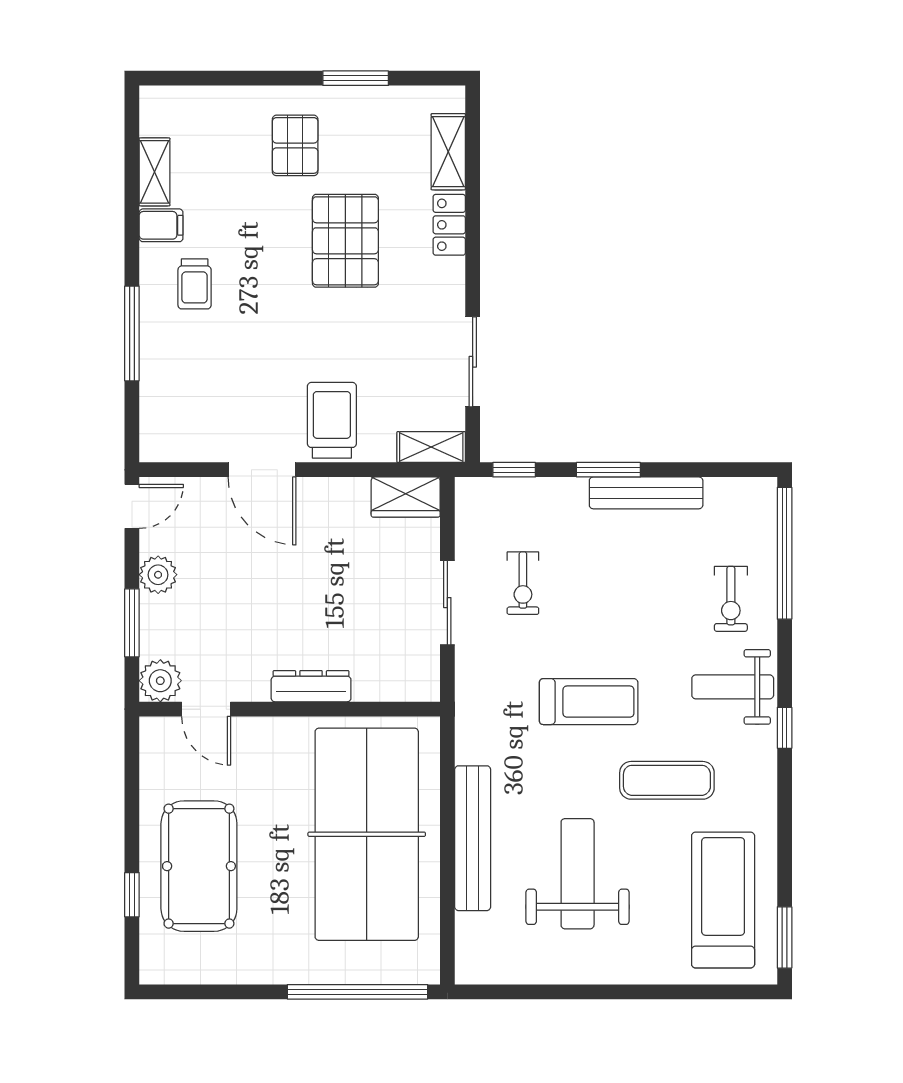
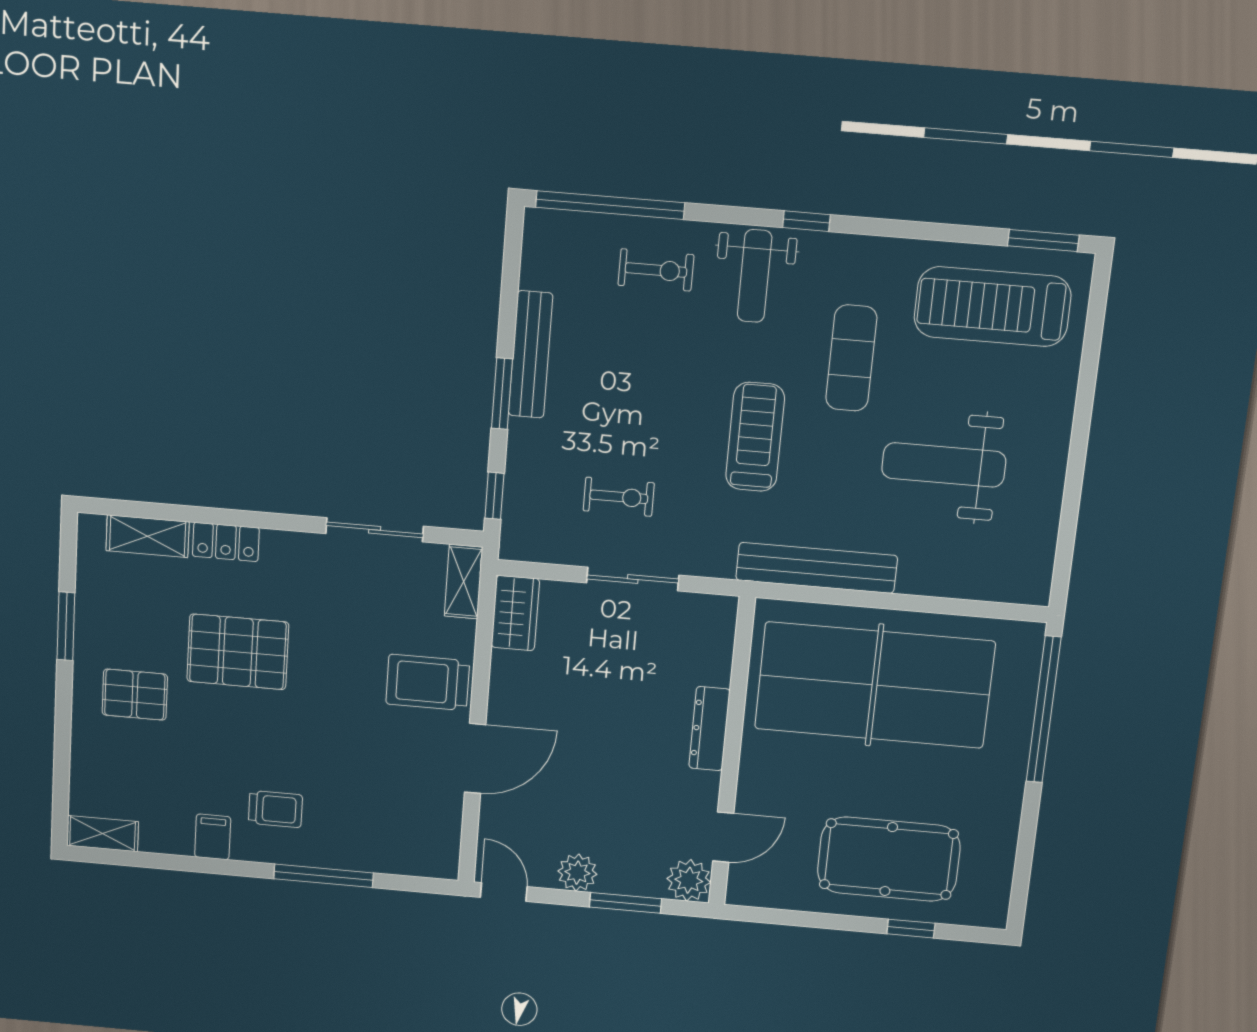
shelving: (155, 172) -> (102, 834), moved
bench: (473, 838) -> (817, 568), moved

